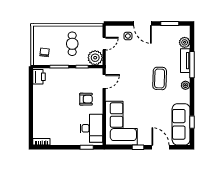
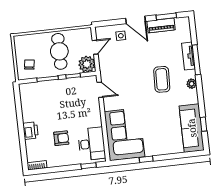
piano: (164, 31) -> (161, 25), added
plant: (185, 42) -> (185, 36), removed
cafe table: (72, 44) -> (59, 51), width x1.37, depth x1.35
printer: (39, 77) -> (31, 131), moved
door: (104, 81) -> (100, 90), hinge flipped
armchair: (86, 99) -> (61, 138), moved
door: (161, 147) -> (171, 156), removed

